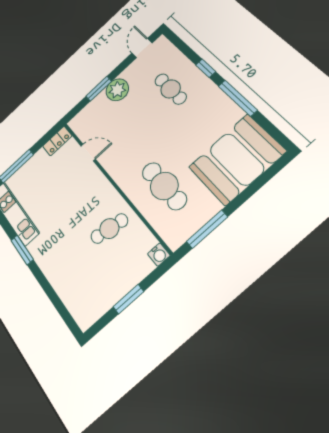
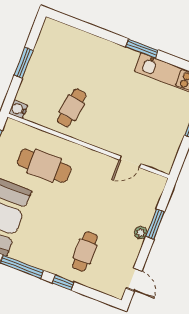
cafe table: (171, 89) -> (85, 252), turned 90
plant: (117, 90) -> (141, 233), width x0.53, depth x0.53
locker: (57, 141) -> (168, 158), removed

